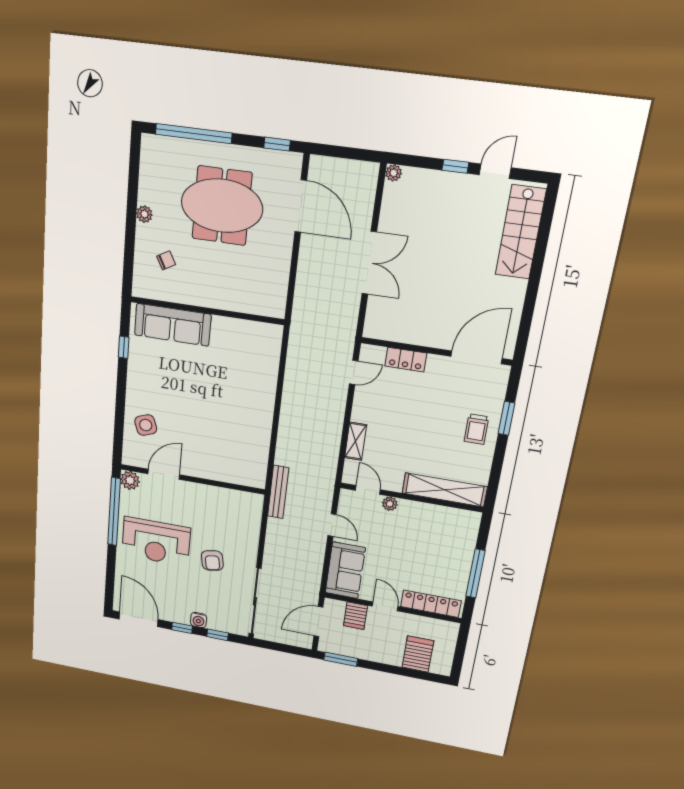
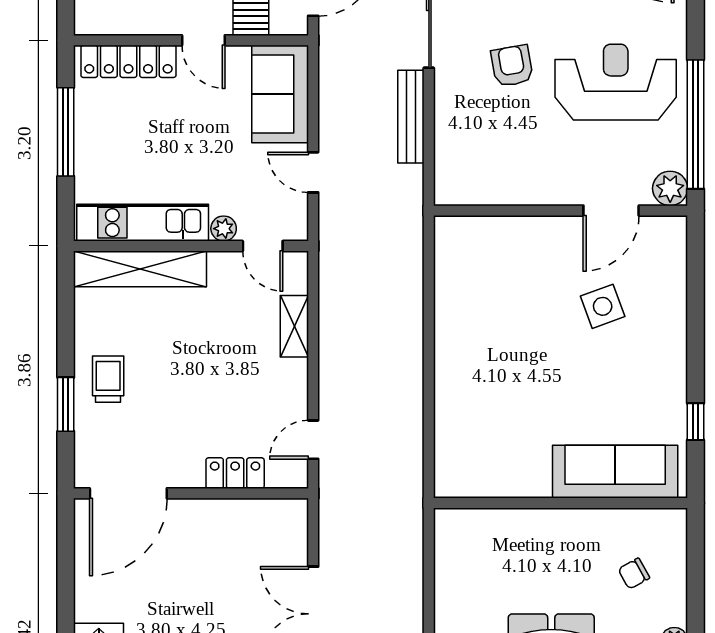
side table: (146, 425) -> (603, 306), moved
bench: (278, 492) -> (411, 117), moved
kitchen unit: (438, 516) -> (143, 223), added

